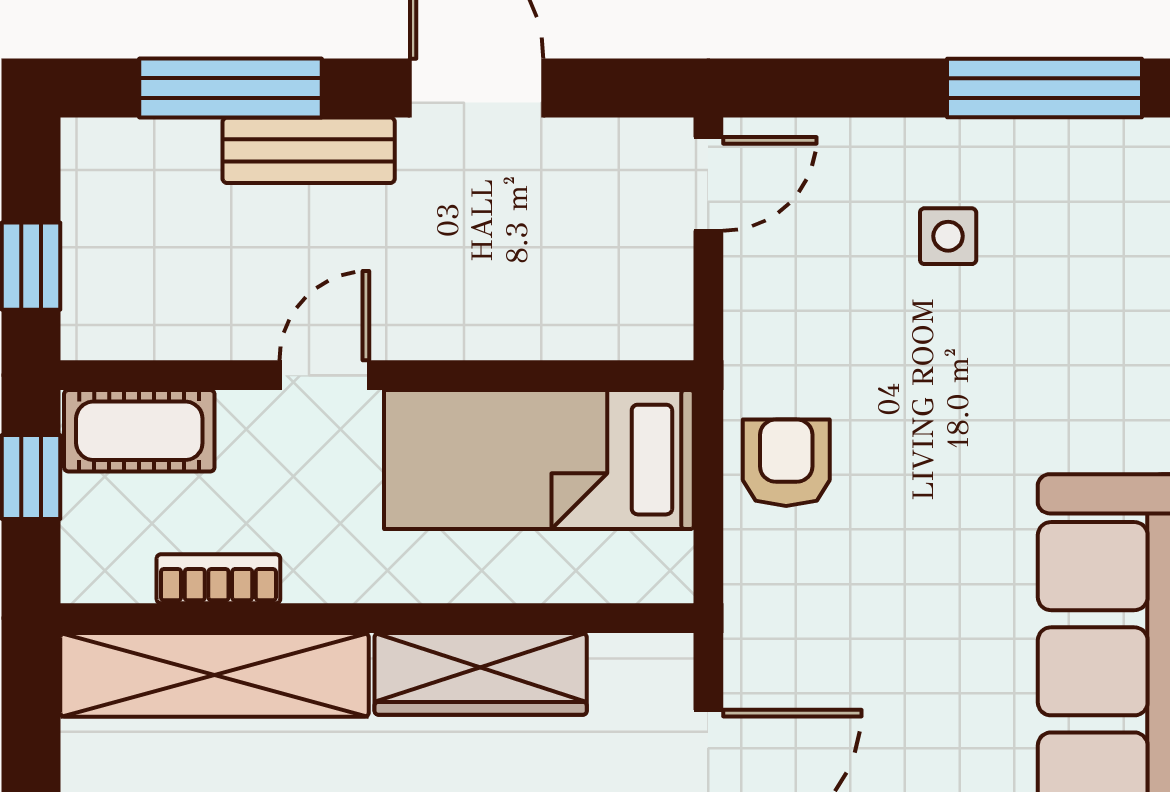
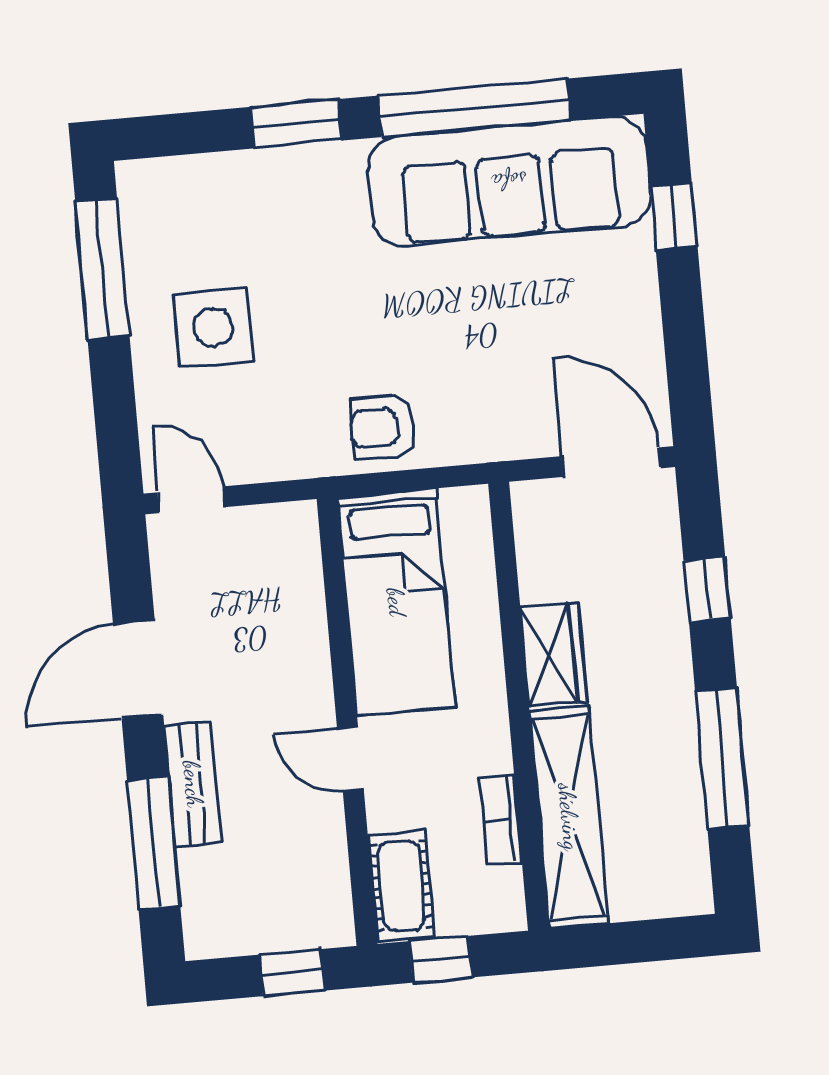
side table: (948, 236) -> (213, 327), width x1.87, depth x1.87
wardrobe: (481, 674) -> (553, 655), width x0.67

